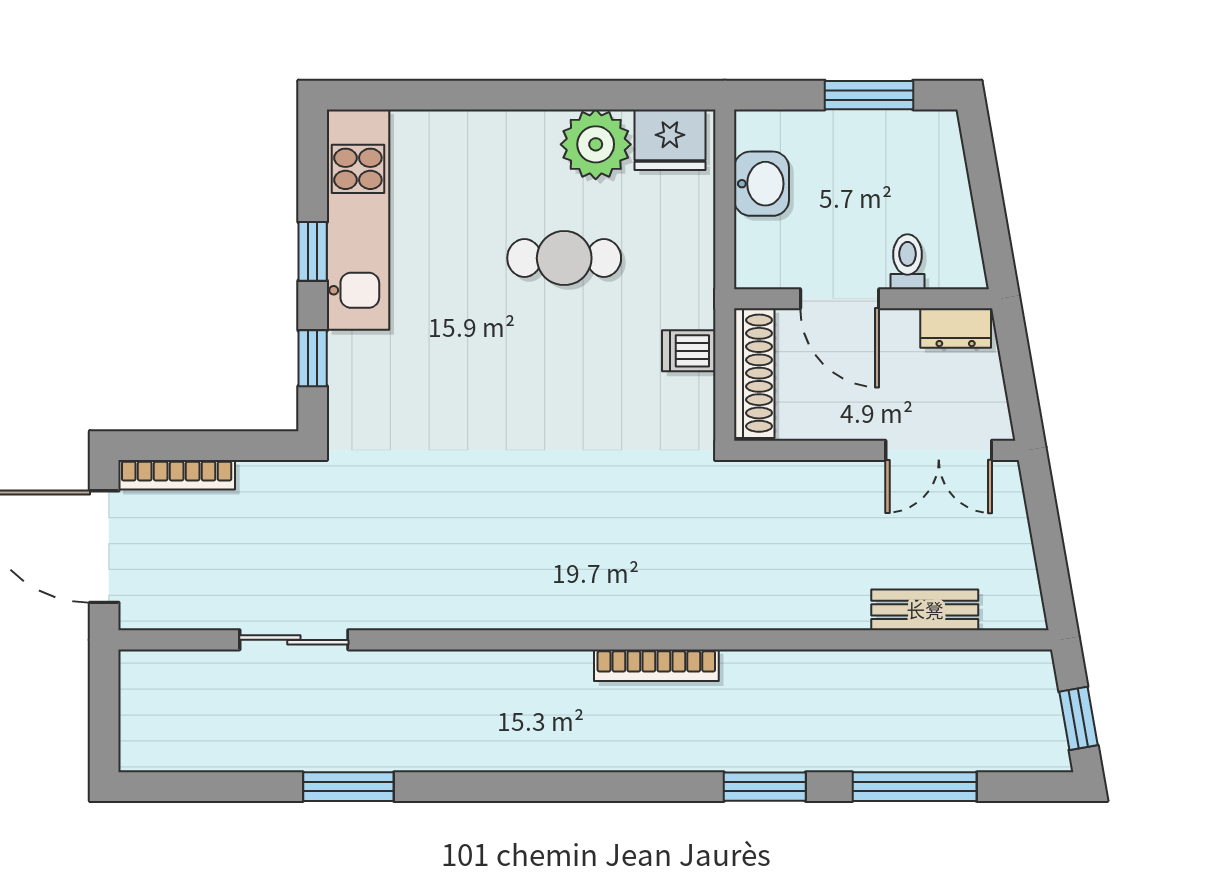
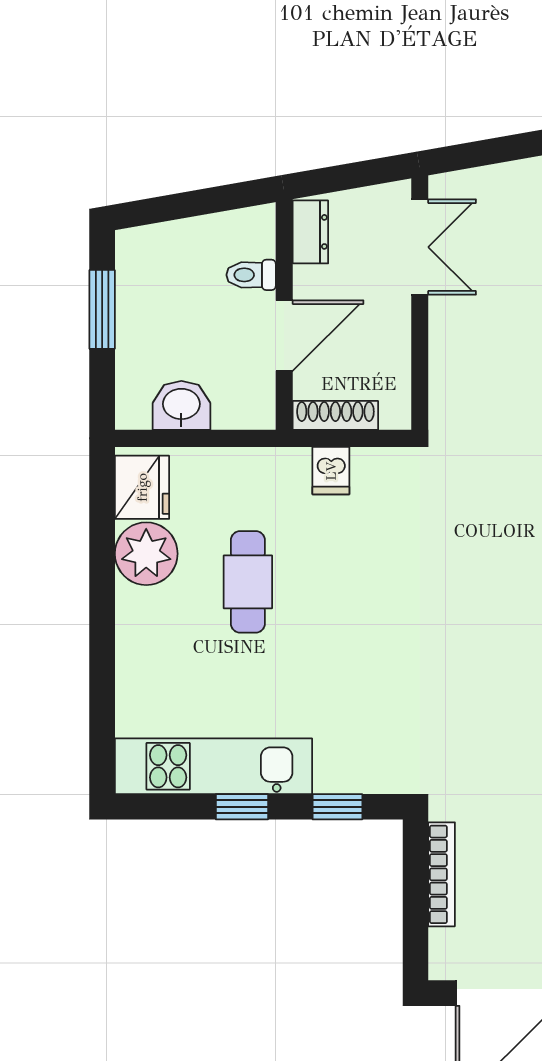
shoe rack: (754, 373) -> (335, 415), width x0.74, depth x0.81
bookcase: (177, 475) -> (442, 874), moved

